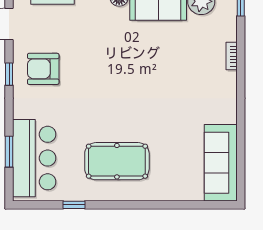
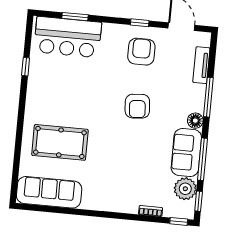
bookcase: (232, 56) -> (151, 211), moved
armchair: (108, 67) -> (137, 106), added
pool table: (117, 161) -> (60, 142), moved, turned 90

